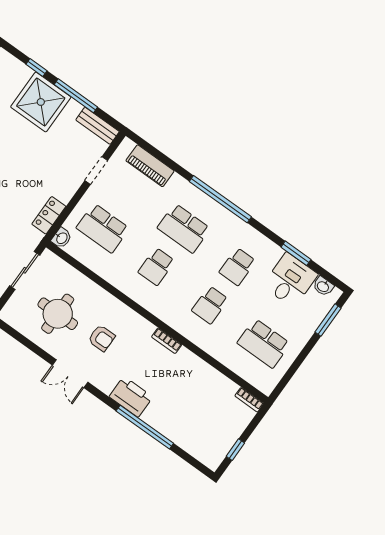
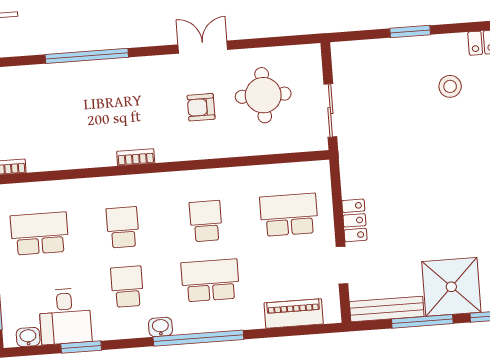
bench: (98, 126) -> (387, 309), width x1.36
locker: (49, 215) -> (354, 220), moved
washbasin: (62, 238) -> (160, 327), moved, turned 90
printer: (131, 397) -> (125, 74), removed

